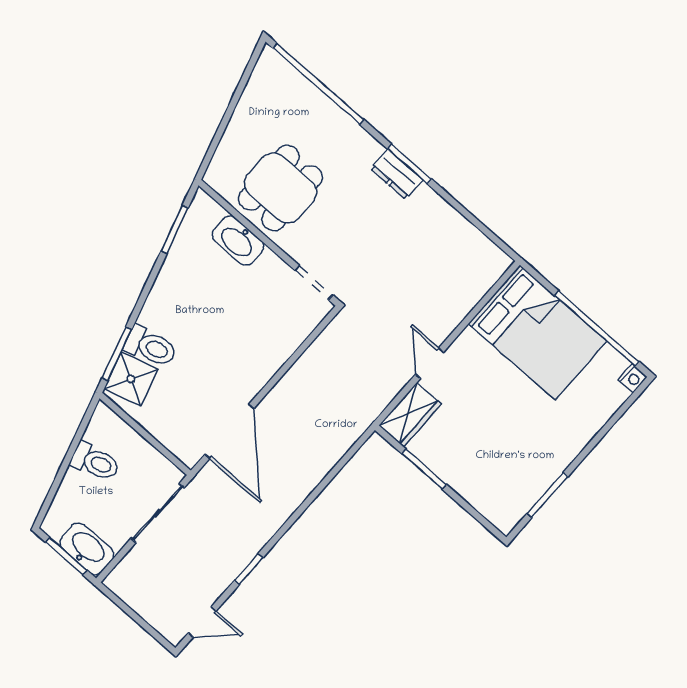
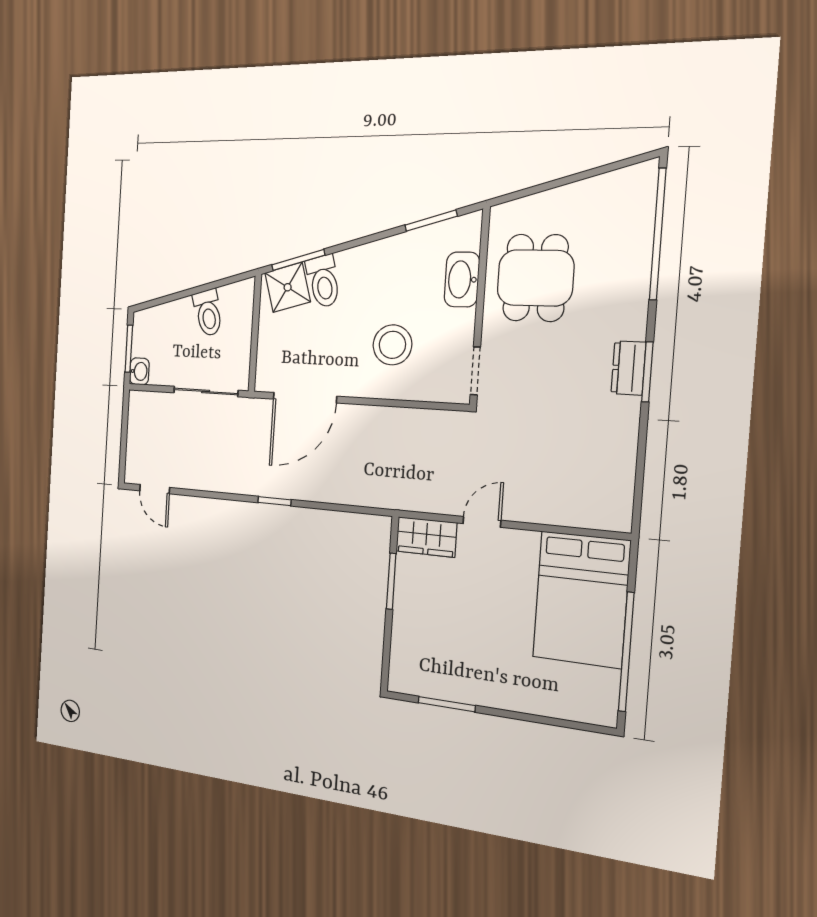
dining table: (281, 188) -> (535, 278), turned 90
stool: (244, 330) -> (392, 345), added
nightstand: (633, 378) -> (605, 715), removed
washbasin: (87, 549) -> (139, 371), width x0.52, depth x0.69
window: (249, 569) -> (274, 501), moved

